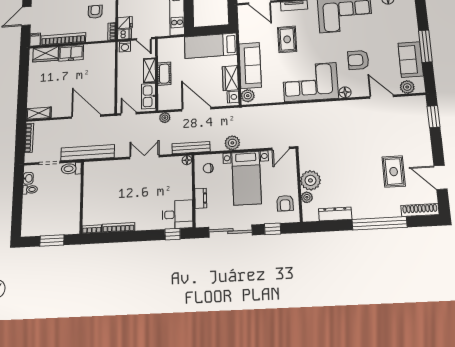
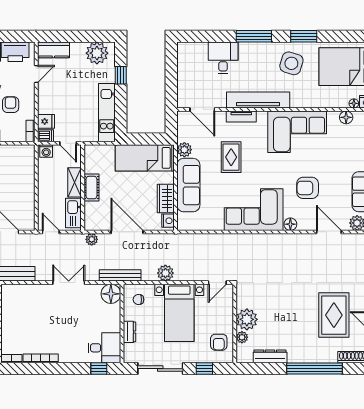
plant: (248, 96) -> (184, 150), moved
floor lamp: (187, 160) -> (111, 294), width x1.89, depth x1.89
rug: (394, 172) -> (334, 315), width x1.36, depth x1.43

